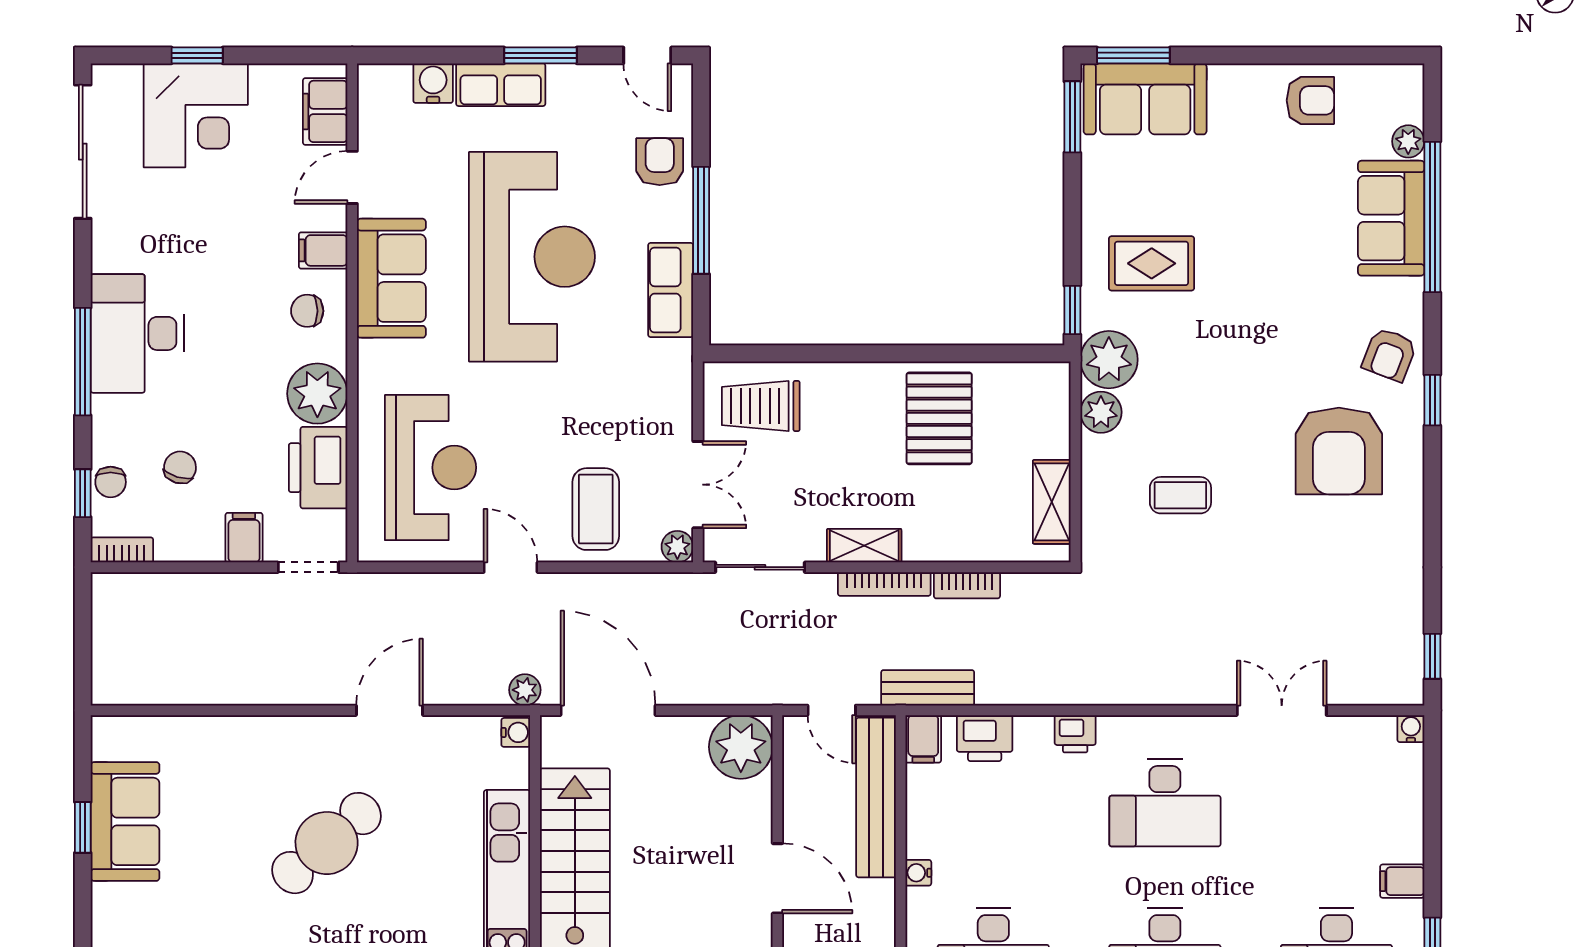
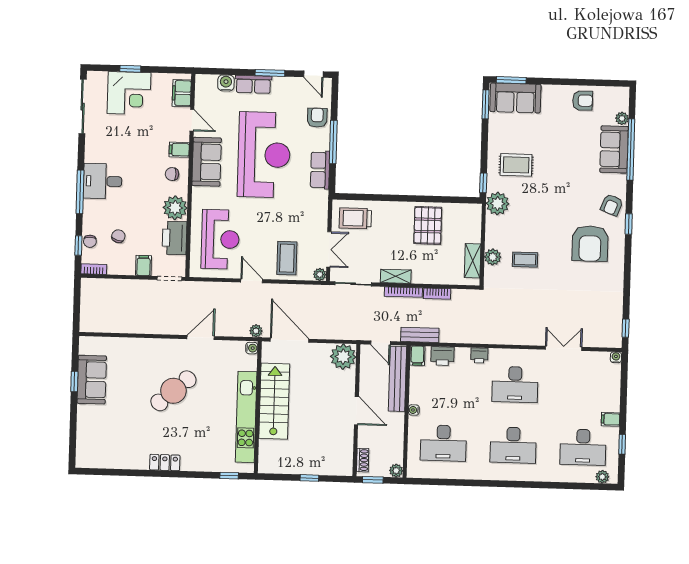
door: (352, 177) -> (192, 120), swing flipped
desk: (137, 333) -> (103, 181), width x0.73
plant: (1101, 412) -> (493, 257), moved

